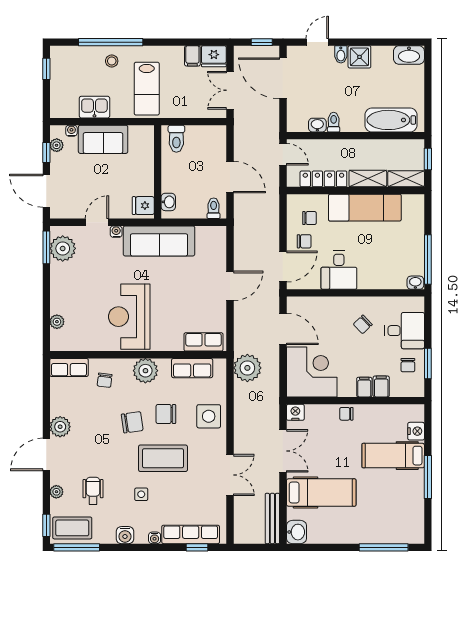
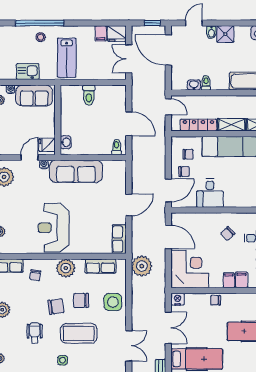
wall: (158, 172) -> (58, 120), moved
washbasin: (168, 202) -> (66, 142), moved
fridge: (143, 206) -> (47, 145), moved
row of seats: (203, 342) -> (119, 239), moved, turned -90
wheelchair: (93, 491) -> (35, 333), moved

